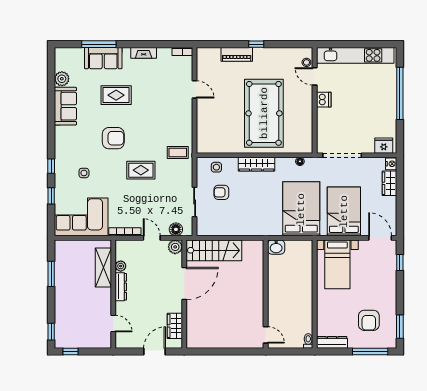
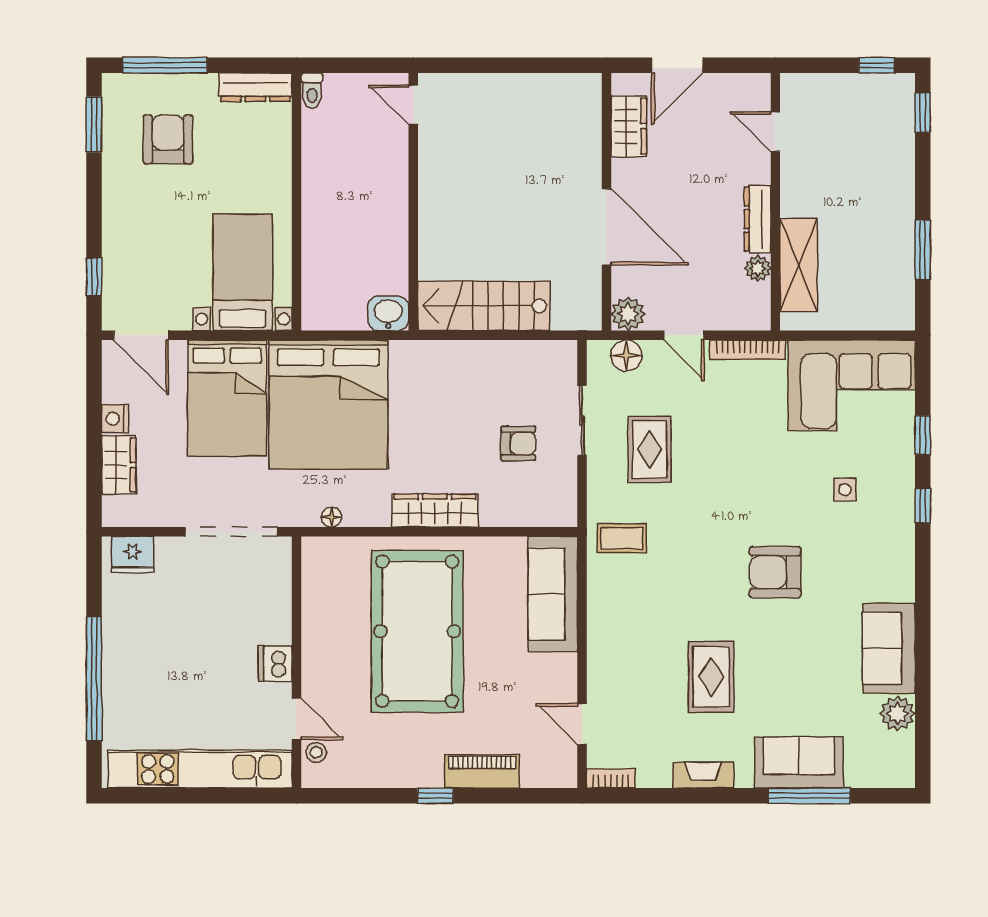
door: (195, 89) -> (582, 724), moved
rug: (116, 95) -> (711, 677), moved, turned 90
sofa: (207, 129) -> (553, 594), added
nightstand: (391, 164) -> (115, 419), moved
side table: (216, 167) -> (530, 503), removed
rug: (141, 170) -> (650, 449), moved, turned 90
bed: (301, 209) -> (328, 404), width x1.36
stairs: (214, 250) -> (484, 306), moved
door: (184, 284) -> (607, 227), swing flipped

